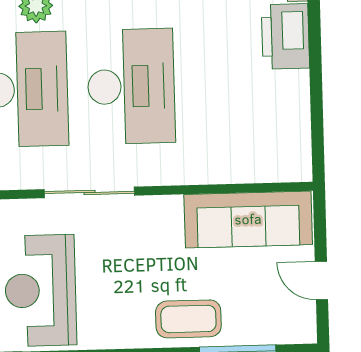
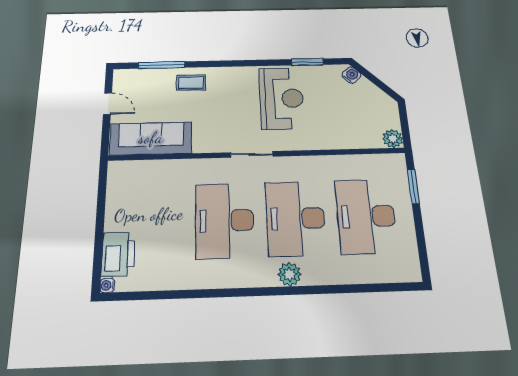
sliding door: (89, 192) -> (252, 154), width x0.73
coffee table: (188, 319) -> (191, 83), width x0.73, depth x0.77

